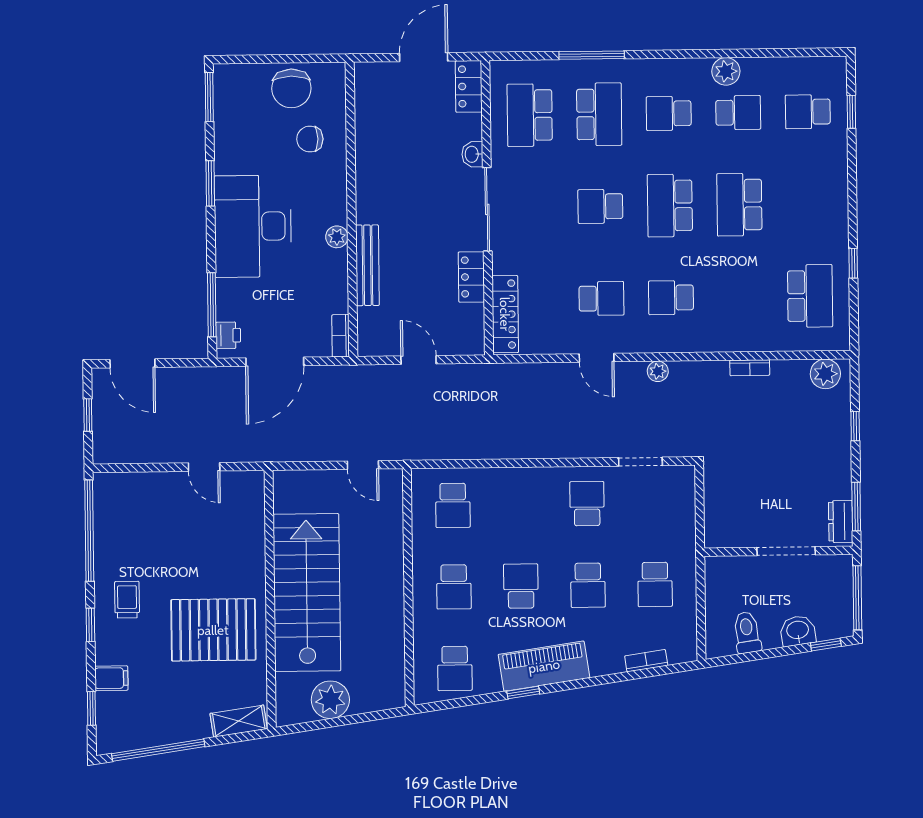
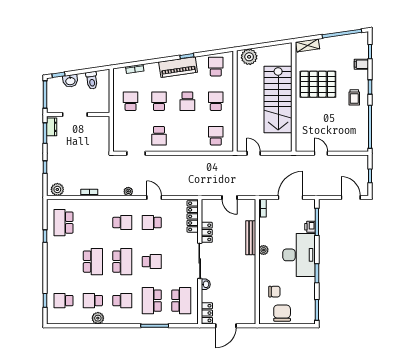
school desk: (808, 112) -> (63, 301), turned 180
printer: (228, 335) -> (310, 227), moved
plant: (330, 700) -> (249, 57), moved

